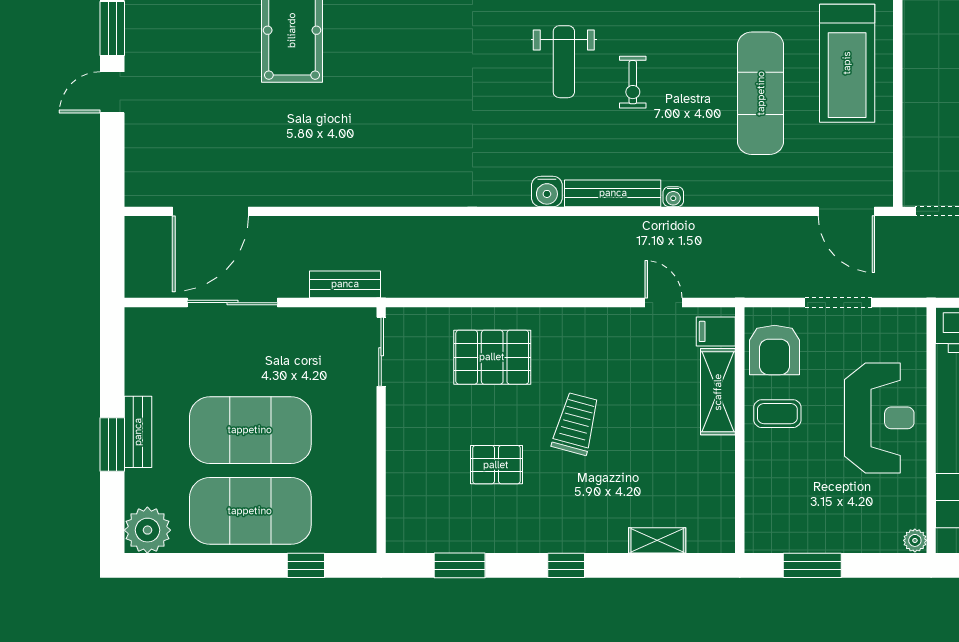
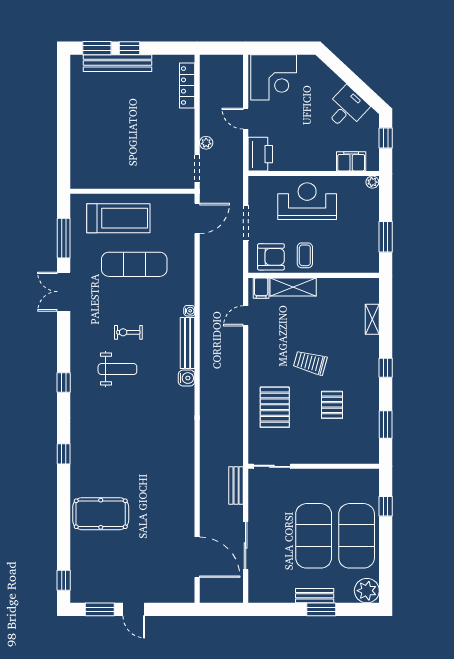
exercise bike: (633, 82) -> (128, 332), turned 180

